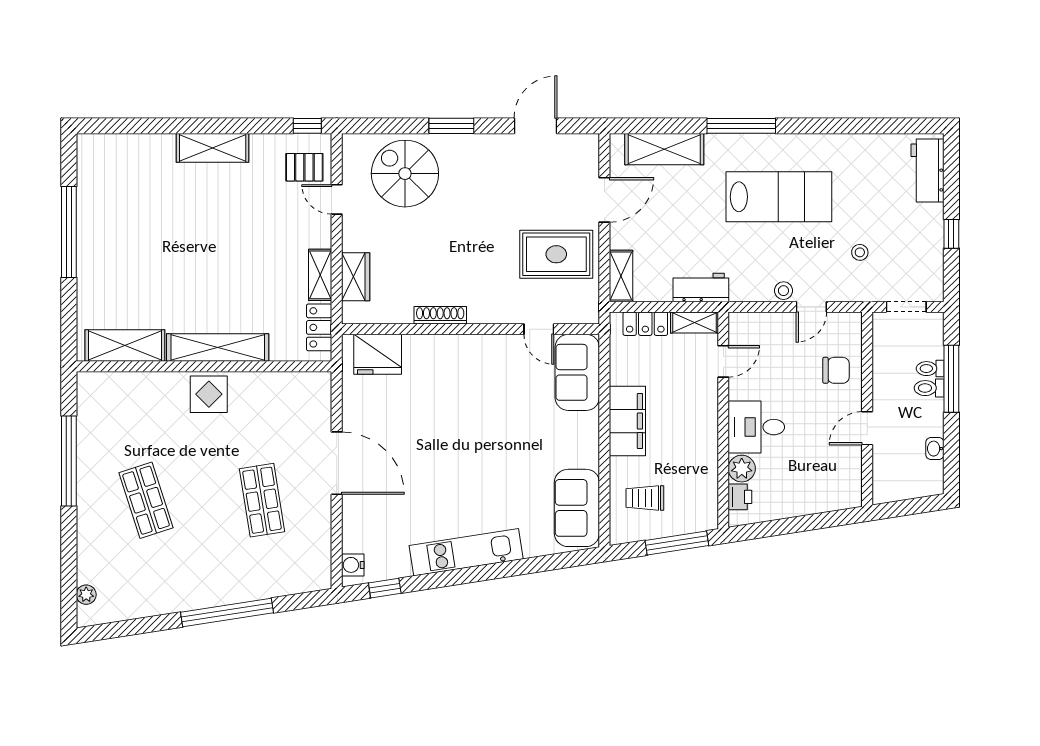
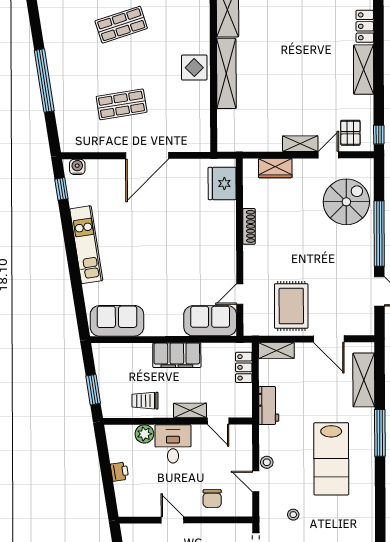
window: (451, 126) -> (379, 234), width x2.11
shelving: (320, 275) -> (300, 144), moved
shelving: (695, 323) -> (190, 410), moved, turned 90
locker: (319, 327) -> (365, 26), moved, turned -90
printer: (740, 497) -> (119, 472), moved, turned -99
trolley: (645, 498) -> (145, 401), moved, turned -90
window: (677, 543) -> (93, 390), width x0.69

